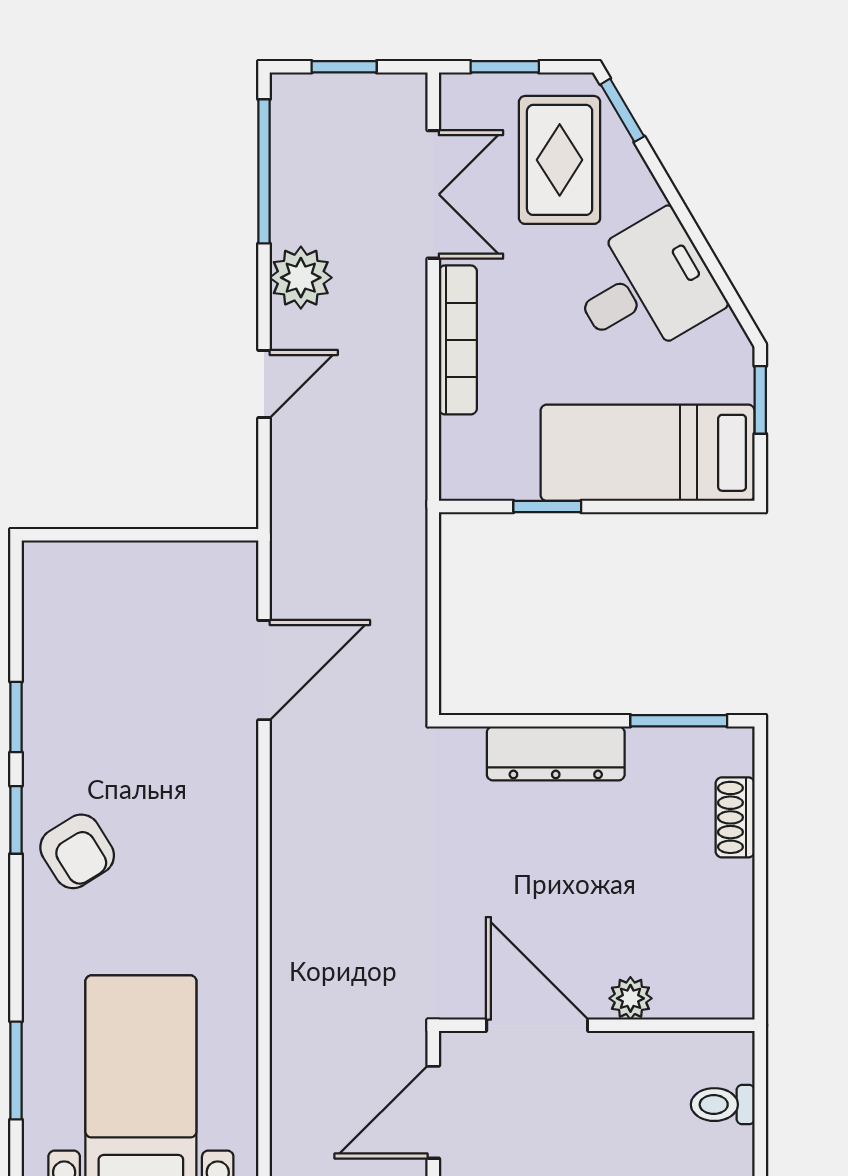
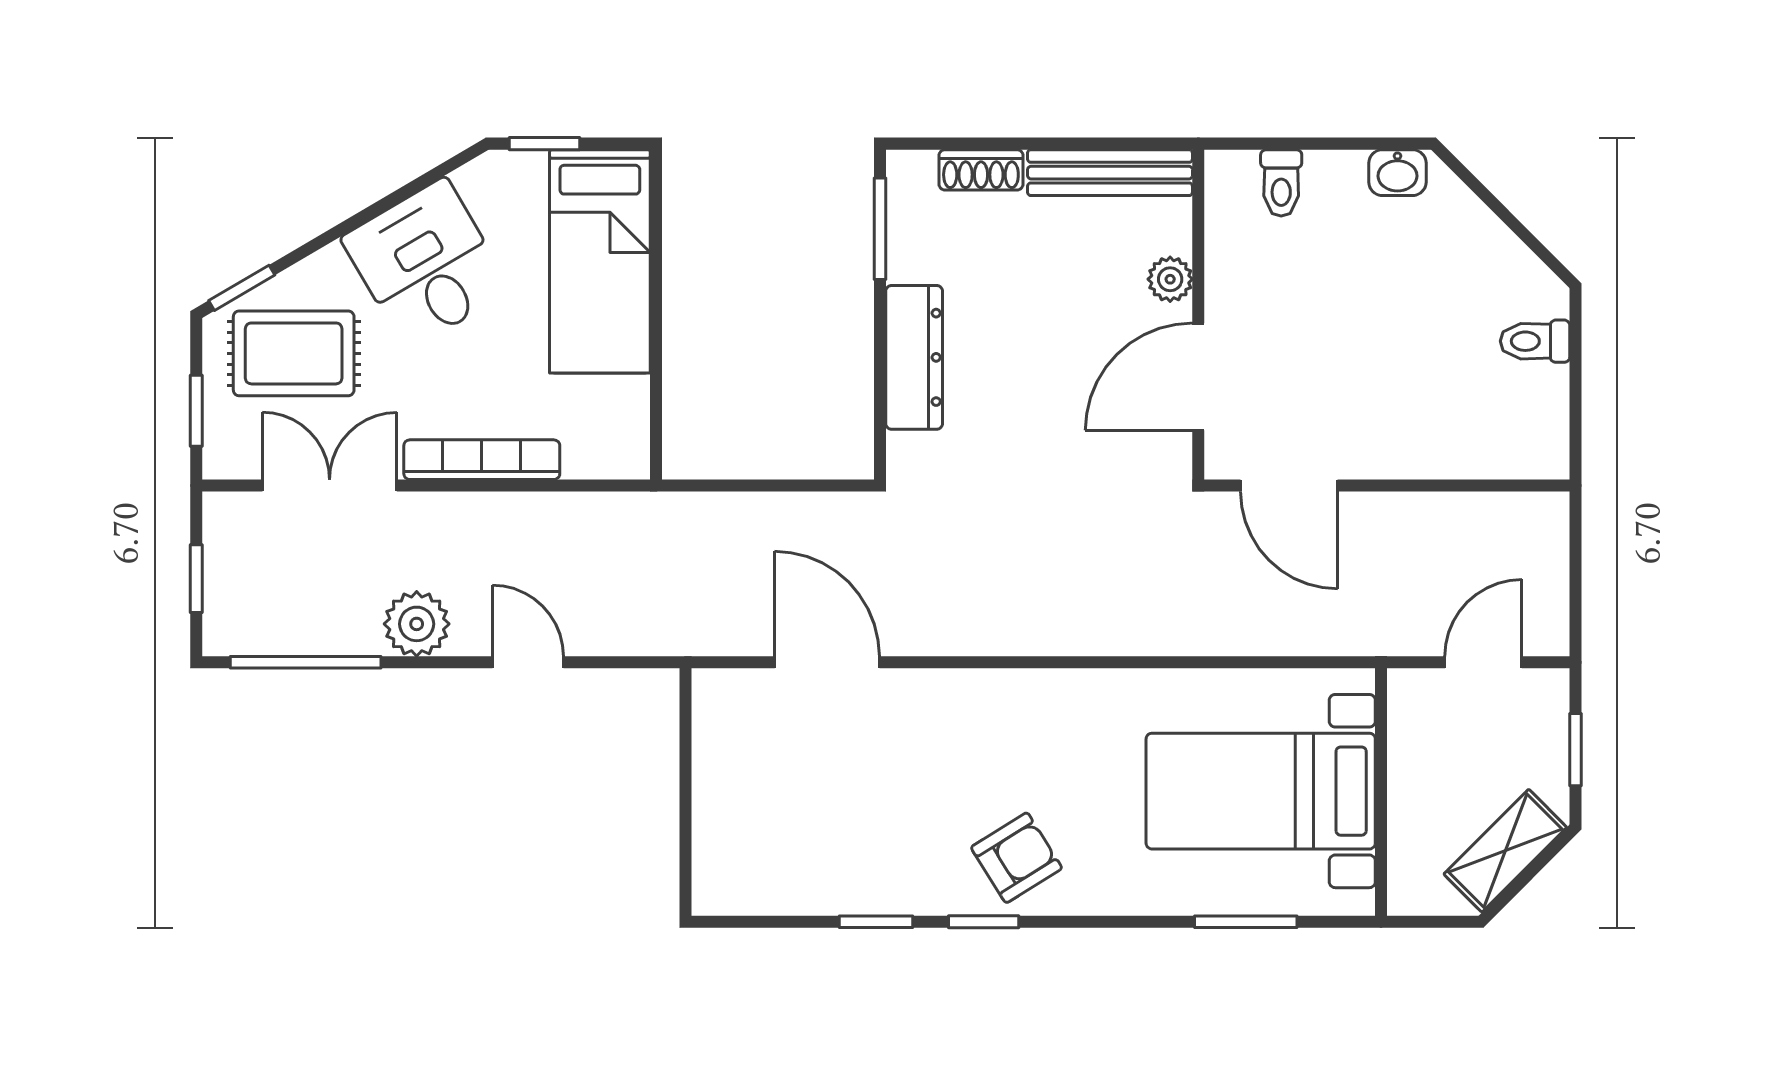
window: (547, 507) -> (656, 366), removed
bench: (732, 941) -> (1110, 173), added

